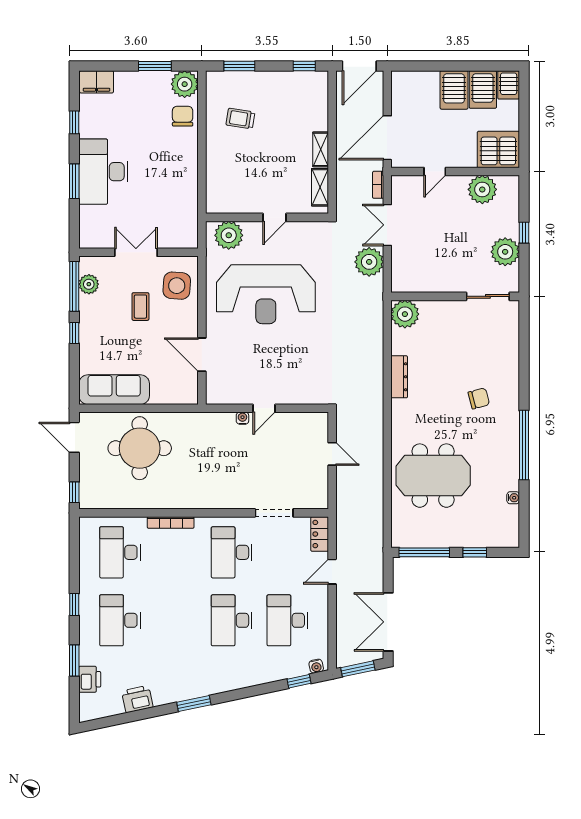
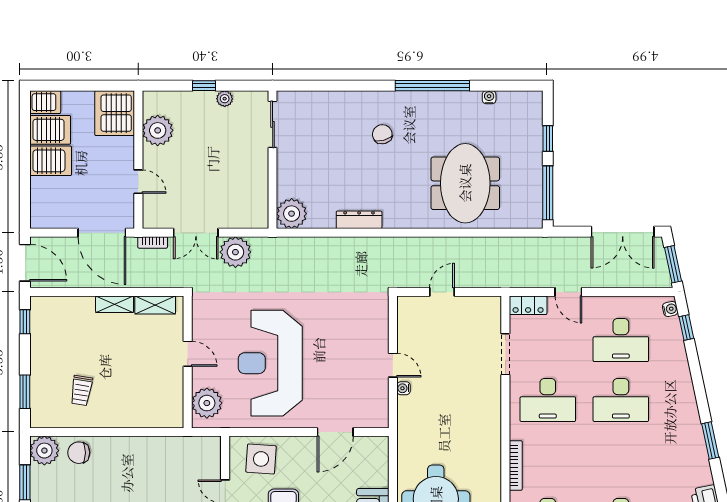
plant: (505, 252) -> (225, 99), width x0.53, depth x0.53
reception desk: (266, 294) -> (270, 363), turned 180

